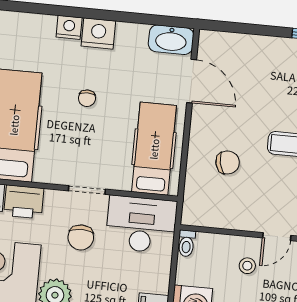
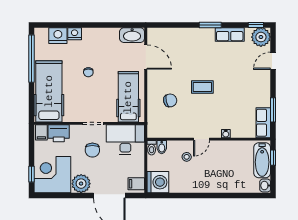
nightstand: (98, 34) -> (58, 36), moved
bidet: (205, 244) -> (162, 147), added

